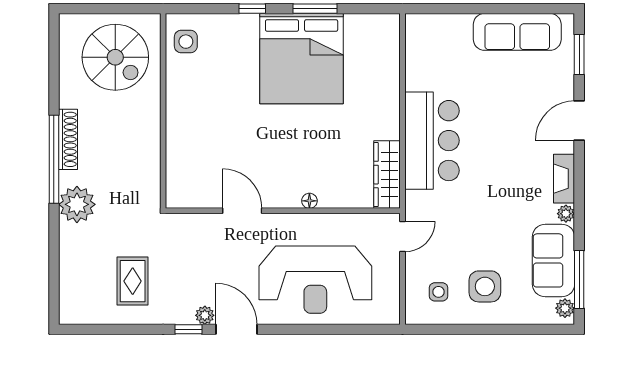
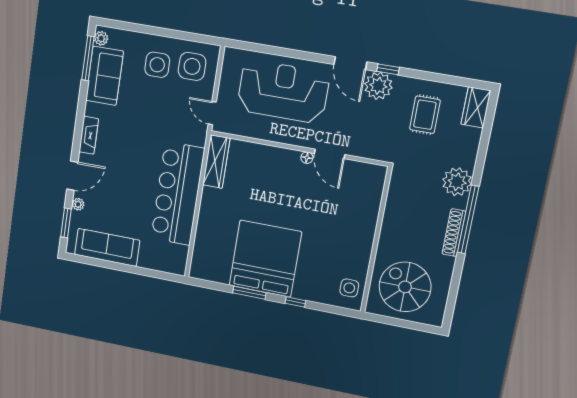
bar counter: (432, 141) -> (178, 194), width x1.36
floor lamp: (309, 201) -> (307, 158), moved
plant: (566, 214) -> (78, 204), moved
door: (403, 237) -> (212, 113), hinge flipped
side table: (439, 292) -> (192, 66), width x1.87, depth x1.87
wardrobe: (72, 301) -> (476, 107), added
plant: (205, 315) -> (378, 86), width x1.88, depth x1.88

